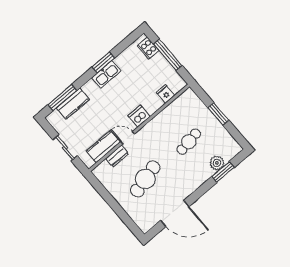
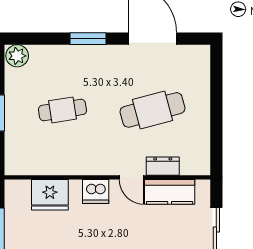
fridge: (166, 94) -> (50, 195), width x1.88, depth x1.34
plant: (217, 163) -> (17, 56), moved
window: (223, 172) -> (88, 39), moved

